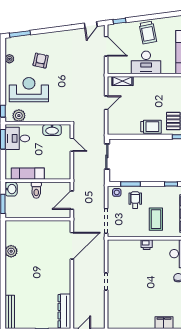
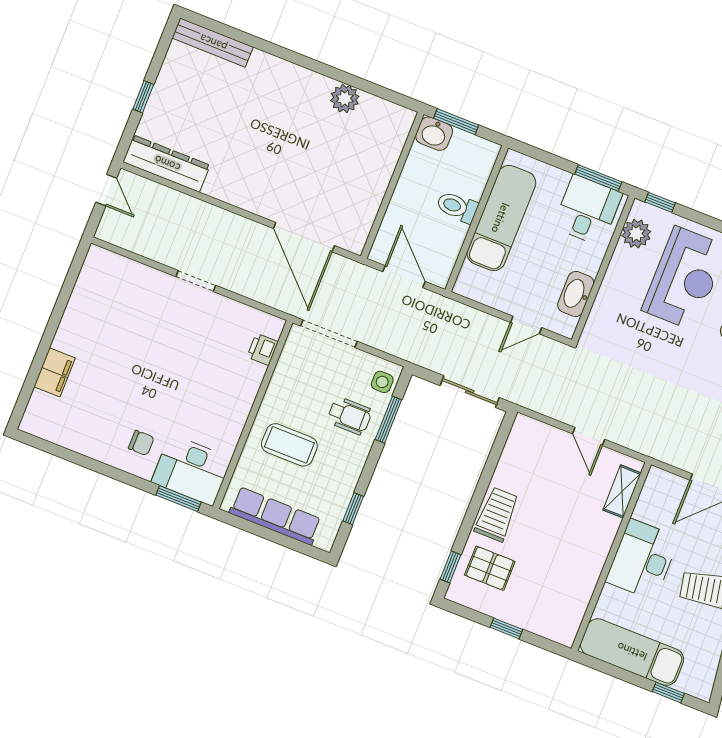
trolley: (151, 127) -> (497, 514), turned 180
exam couch: (28, 174) -> (501, 218), width x1.36, depth x1.45
washbasin: (11, 189) -> (434, 134), moved
printer: (147, 245) -> (263, 349), moved

